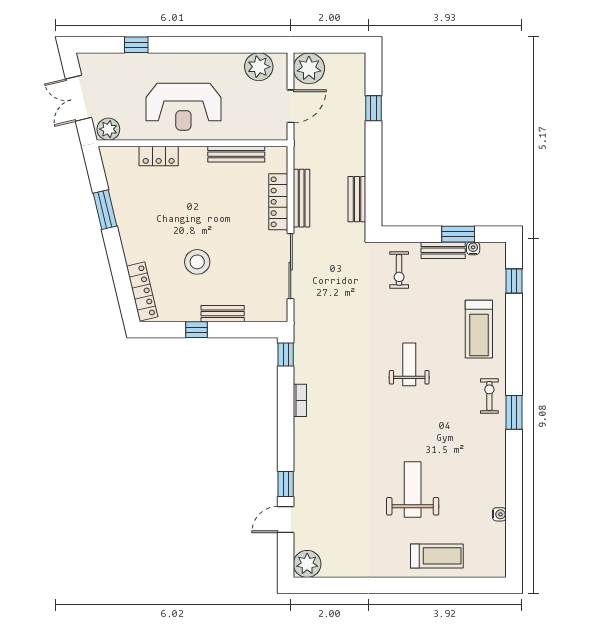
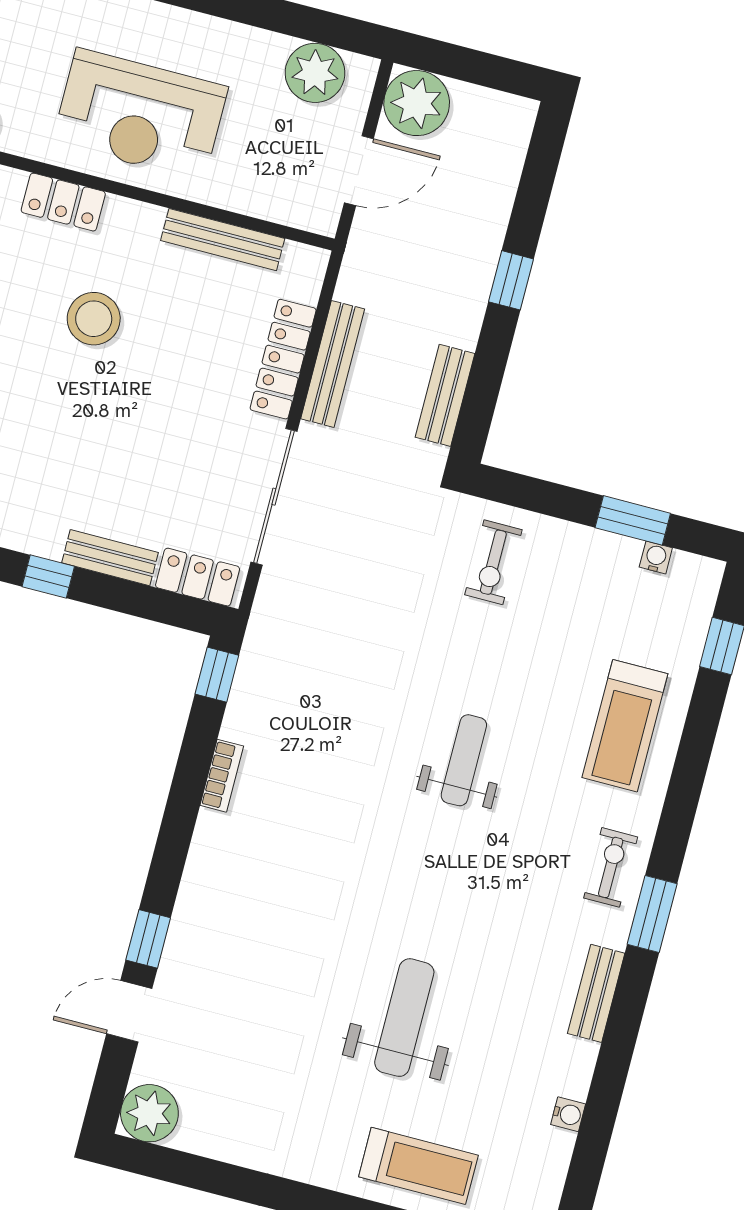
window: (373, 108) -> (511, 280), moved
bench: (443, 250) -> (596, 993), moved, turned 90
stool: (197, 262) -> (94, 319), moved
locker: (265, 312) -> (198, 577), added

